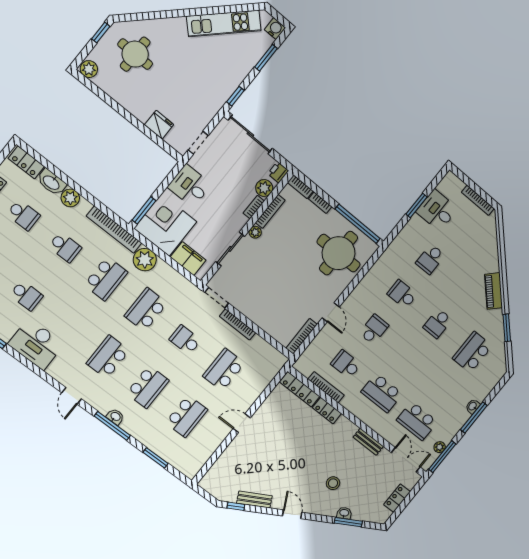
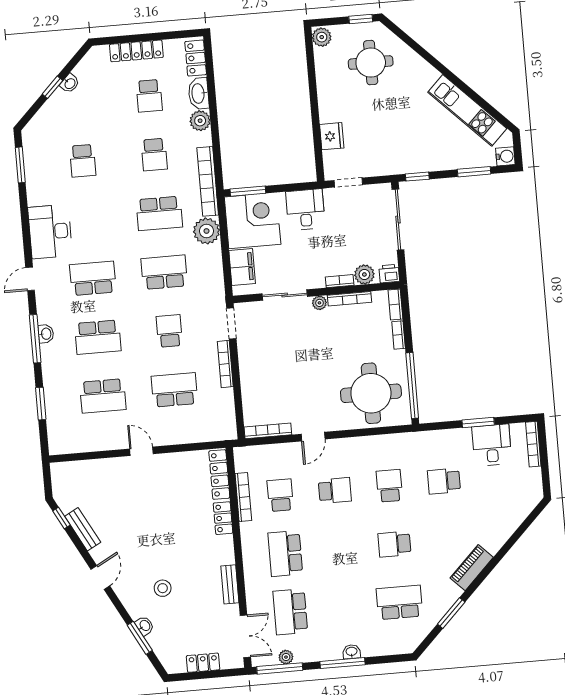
bookcase: (478, 200) -> (533, 444), moved
desk: (36, 344) -> (50, 232), moved

